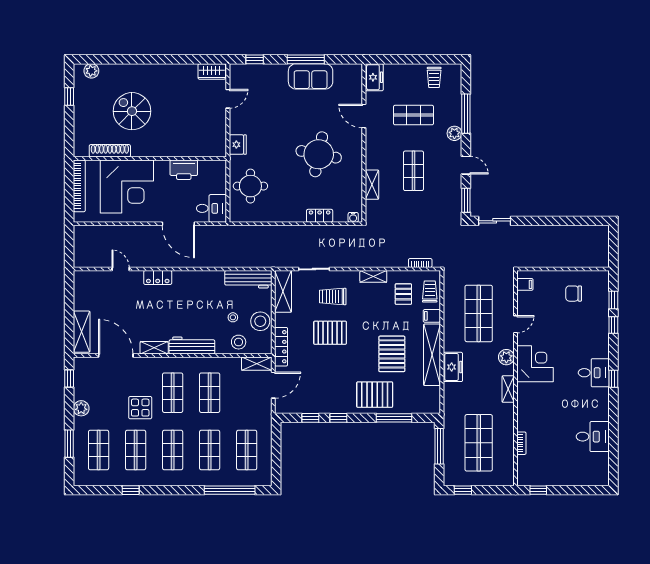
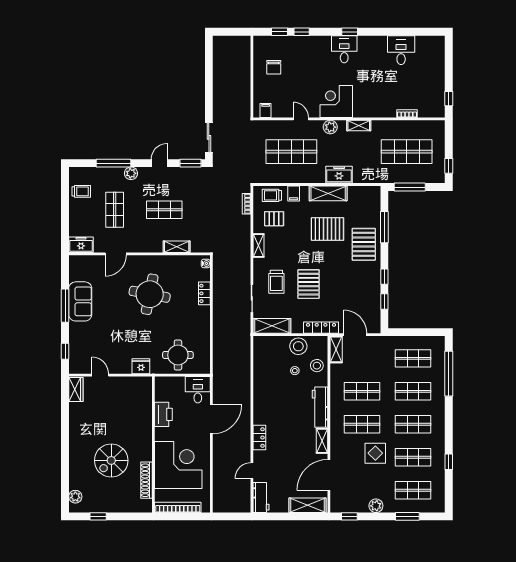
workbench: (248, 279) -> (261, 497), moved, width x0.73
shelving: (432, 355) -> (328, 193), width x0.68

